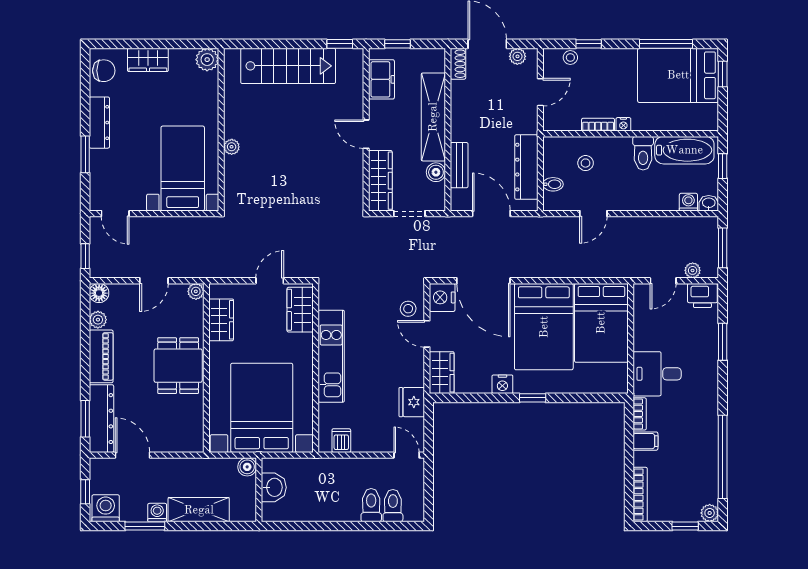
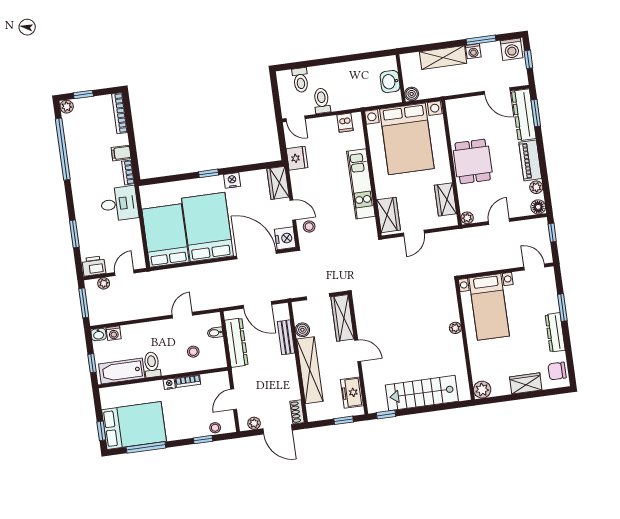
toilet: (371, 505) -> (322, 101), moved, turned 180

